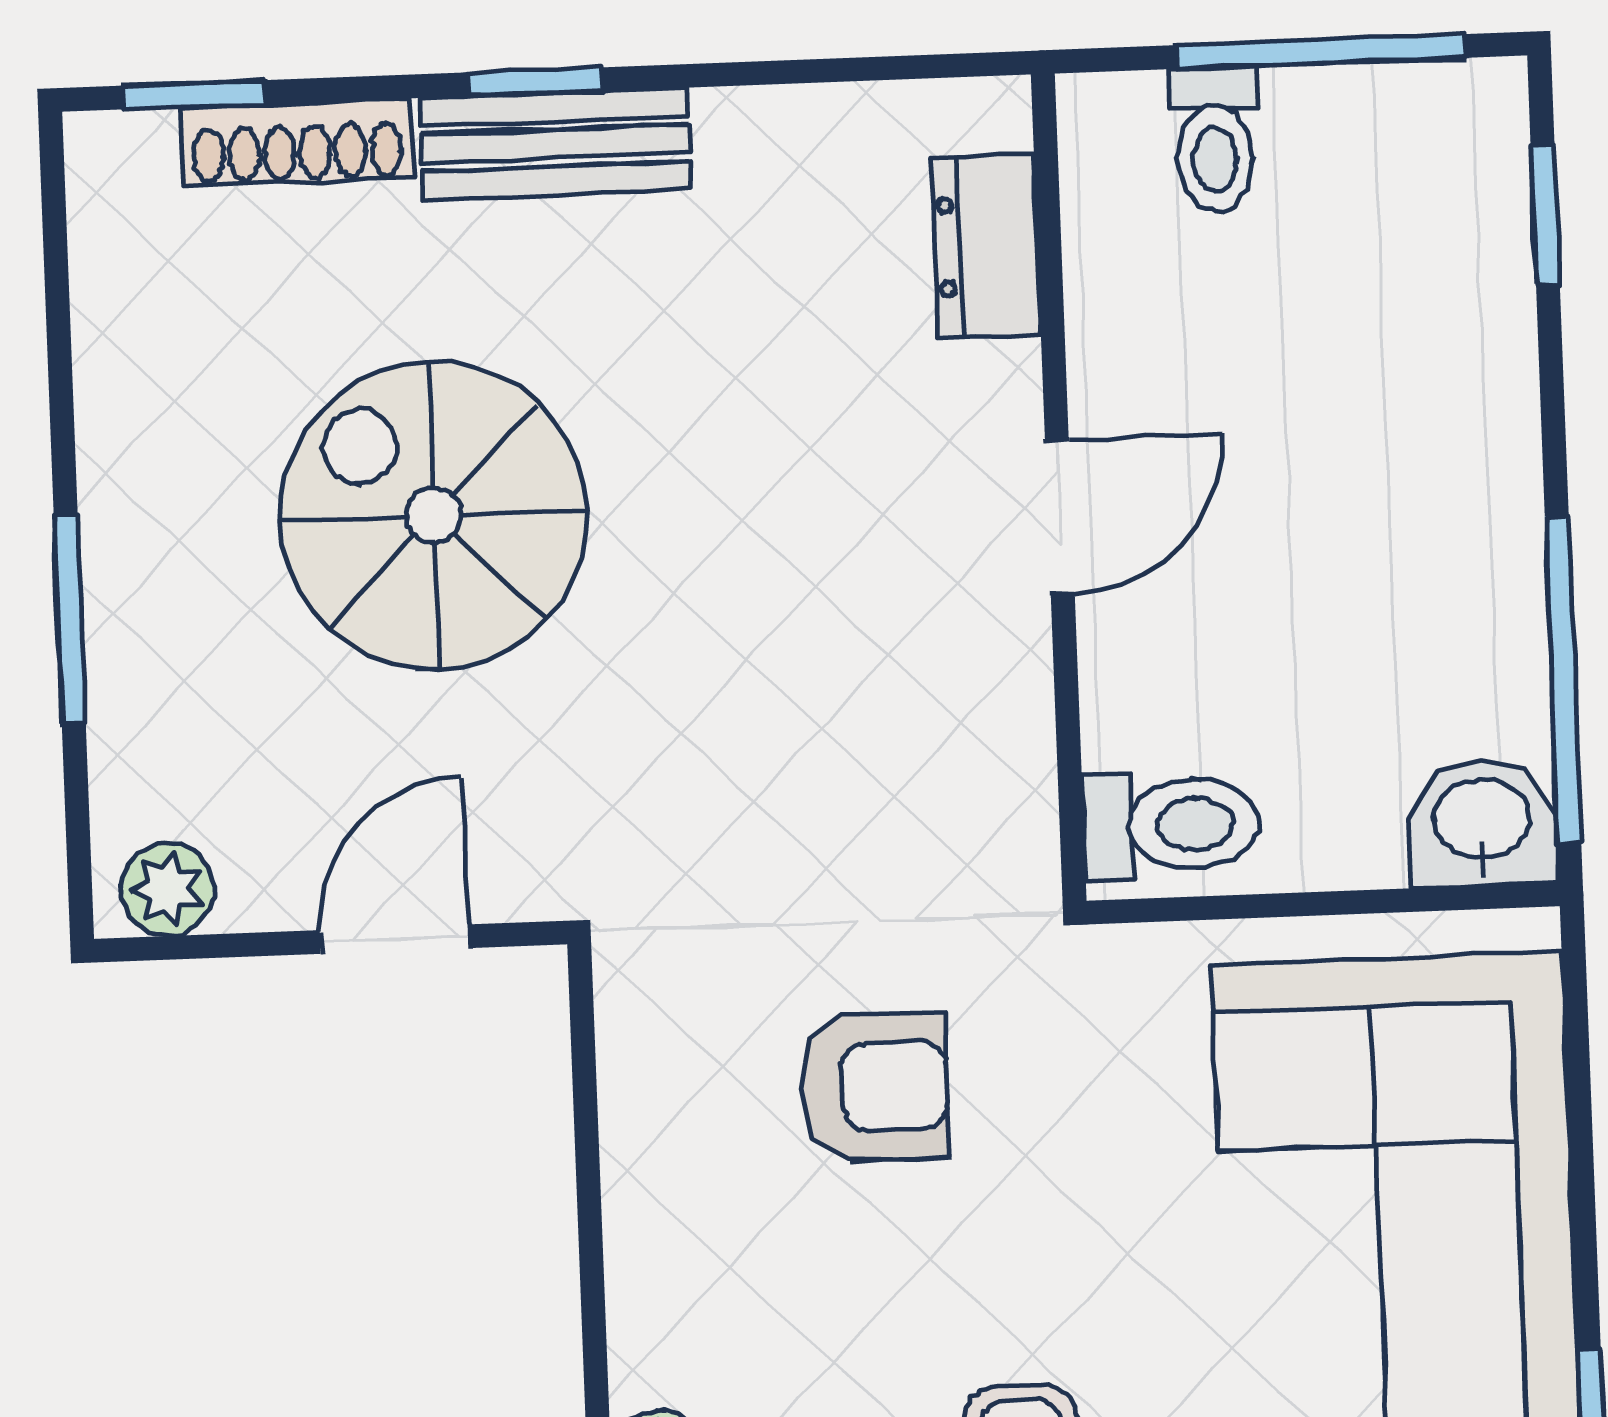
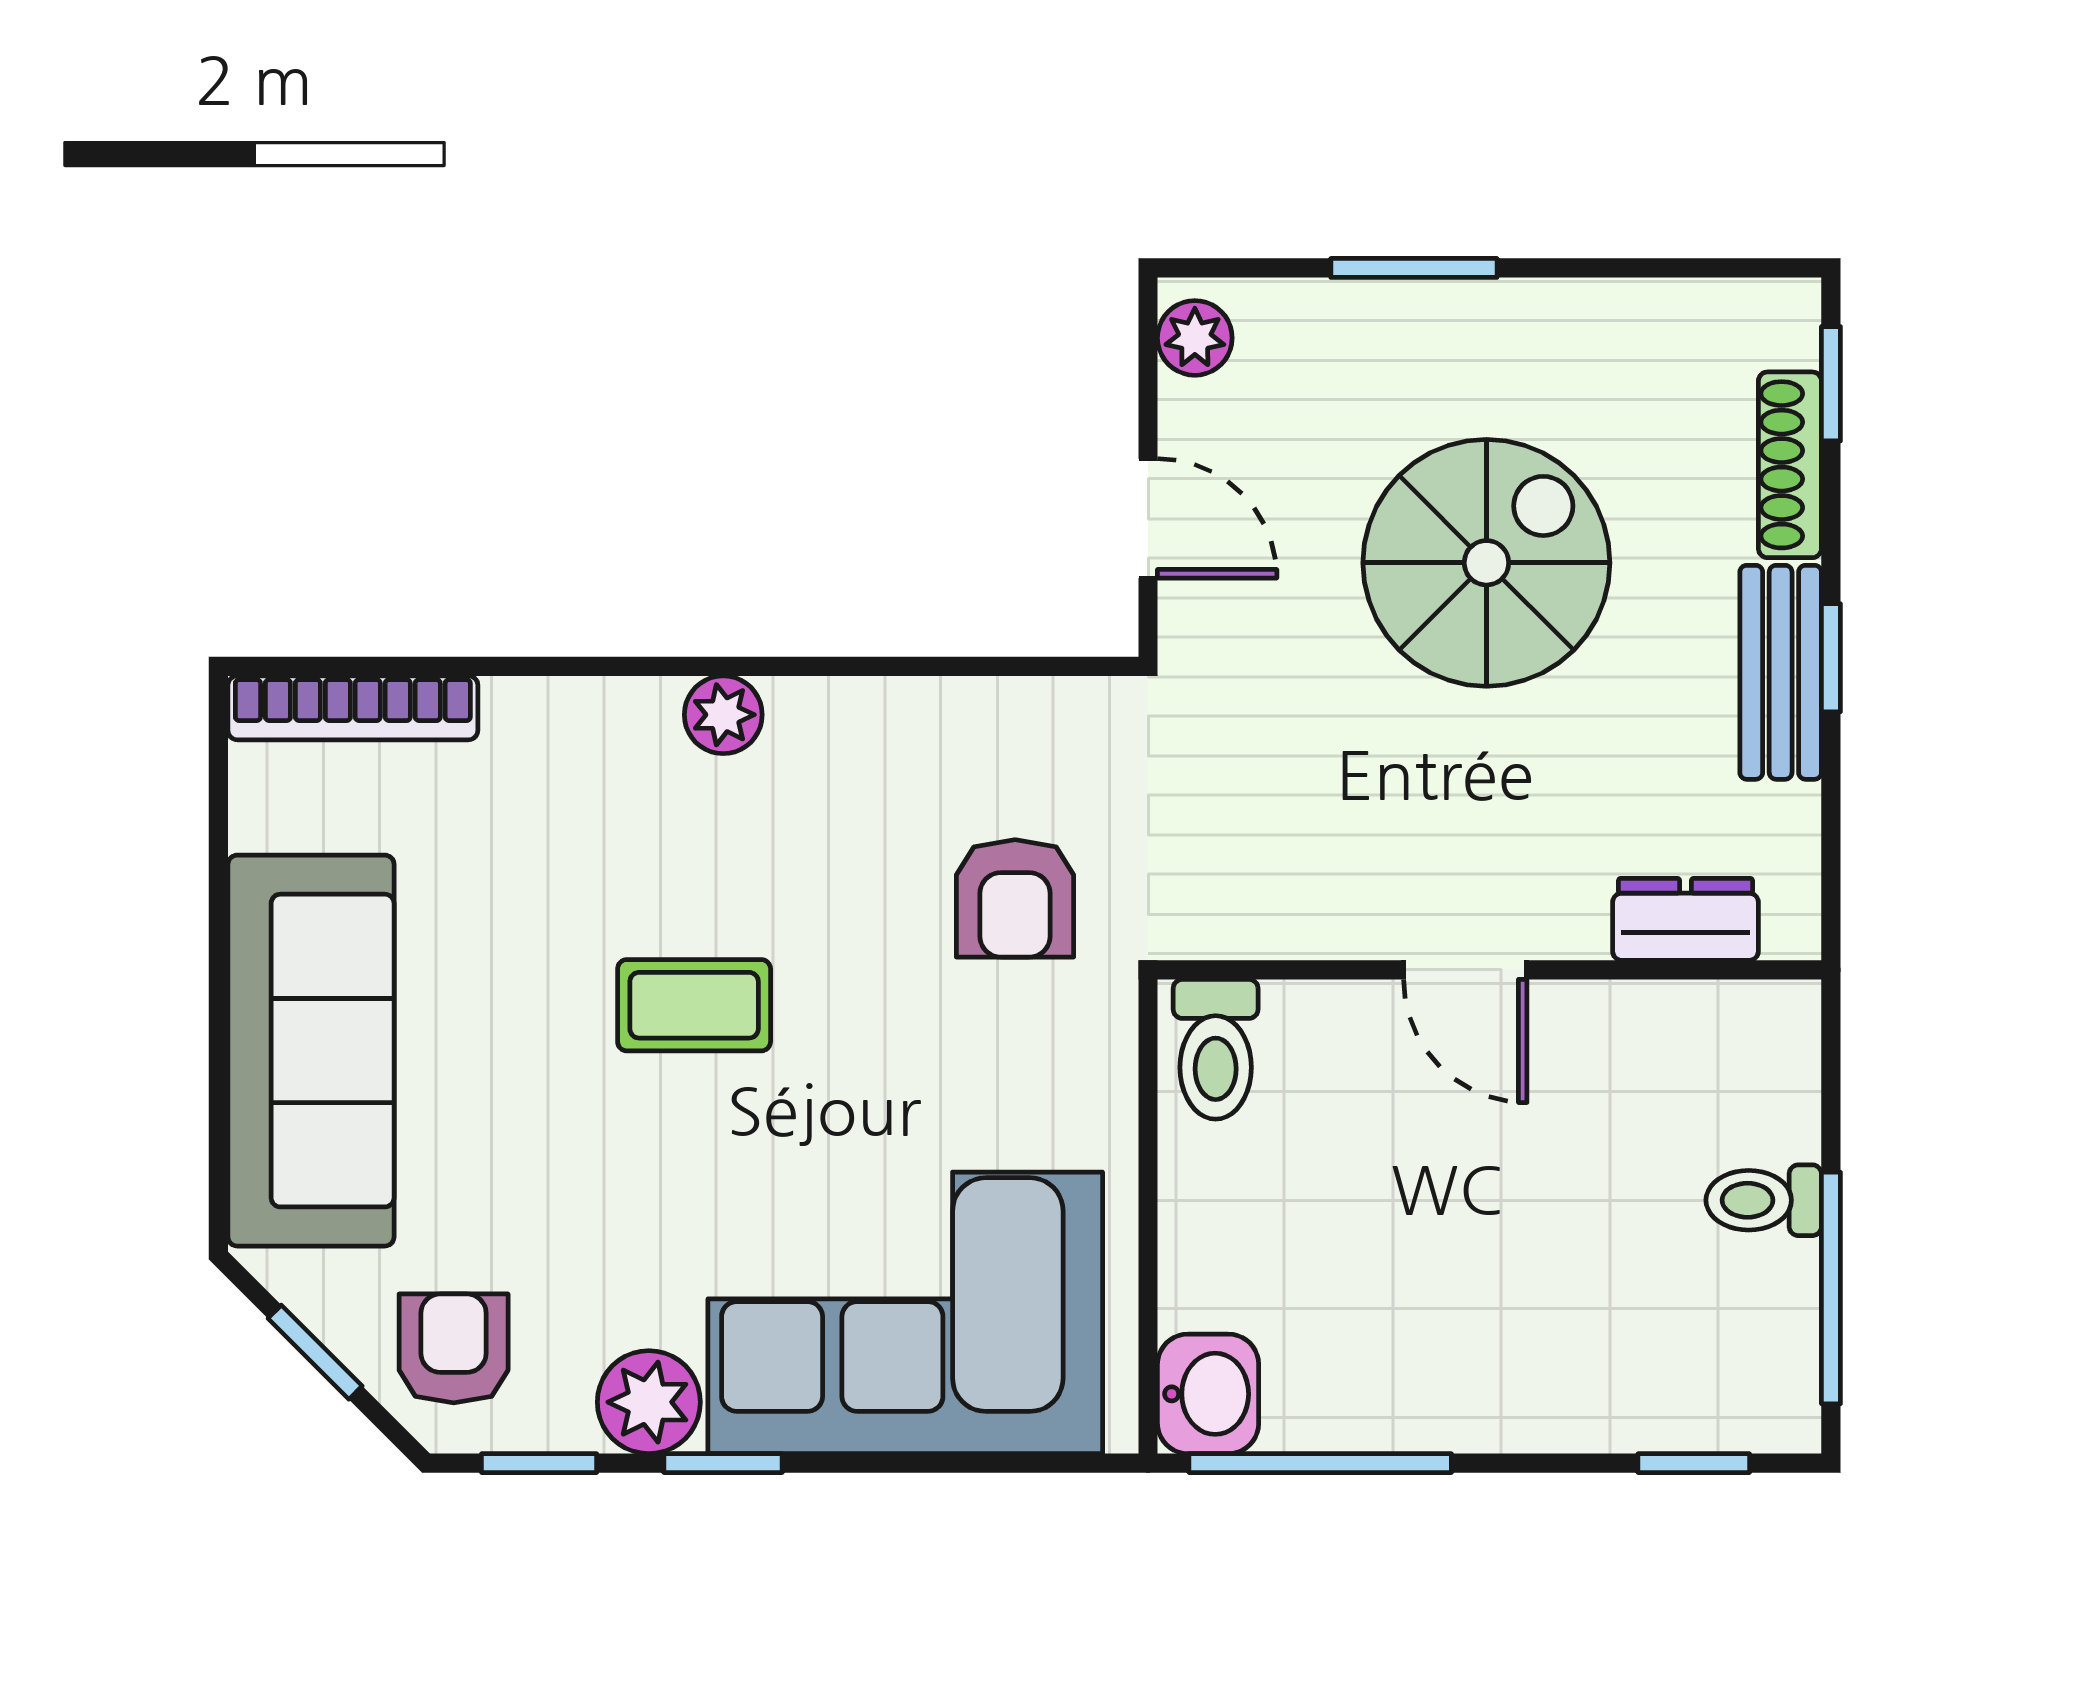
dresser: (986, 246) -> (1685, 919), moved
wall: (1059, 488) -> (1489, 970), moved
door: (1060, 518) -> (1465, 970), moved
toilet: (1171, 825) -> (1216, 1049), moved

